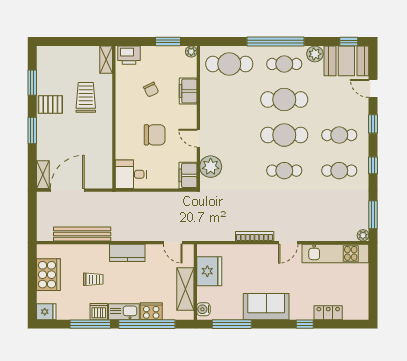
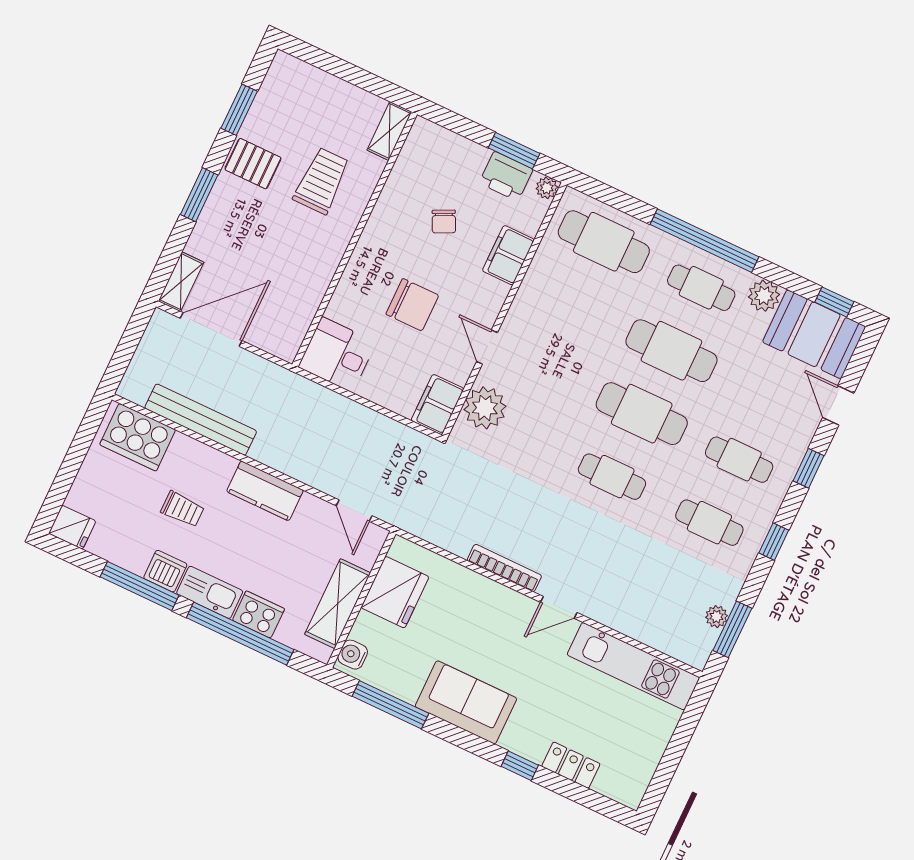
printer: (129, 55) -> (506, 176), moved
plant: (363, 235) -> (716, 617), moved
cooker: (48, 275) -> (138, 437), moved, turned 90

